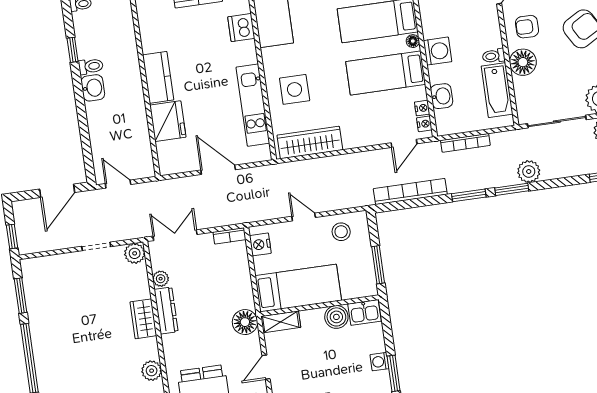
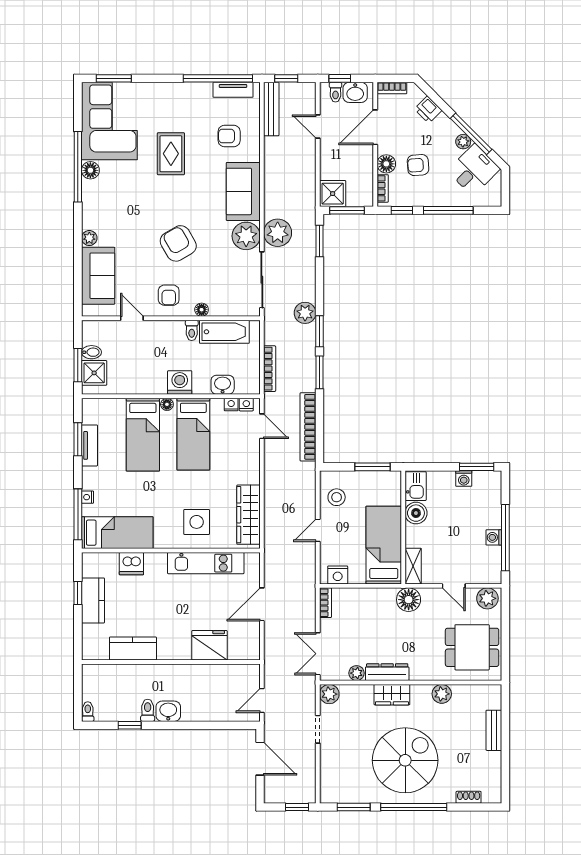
floor lamp: (523, 62) -> (202, 310), width x0.53, depth x0.53
kitchen counter: (158, 77) -> (133, 649), moved
spiral stairs: (77, 342) -> (405, 760), added

